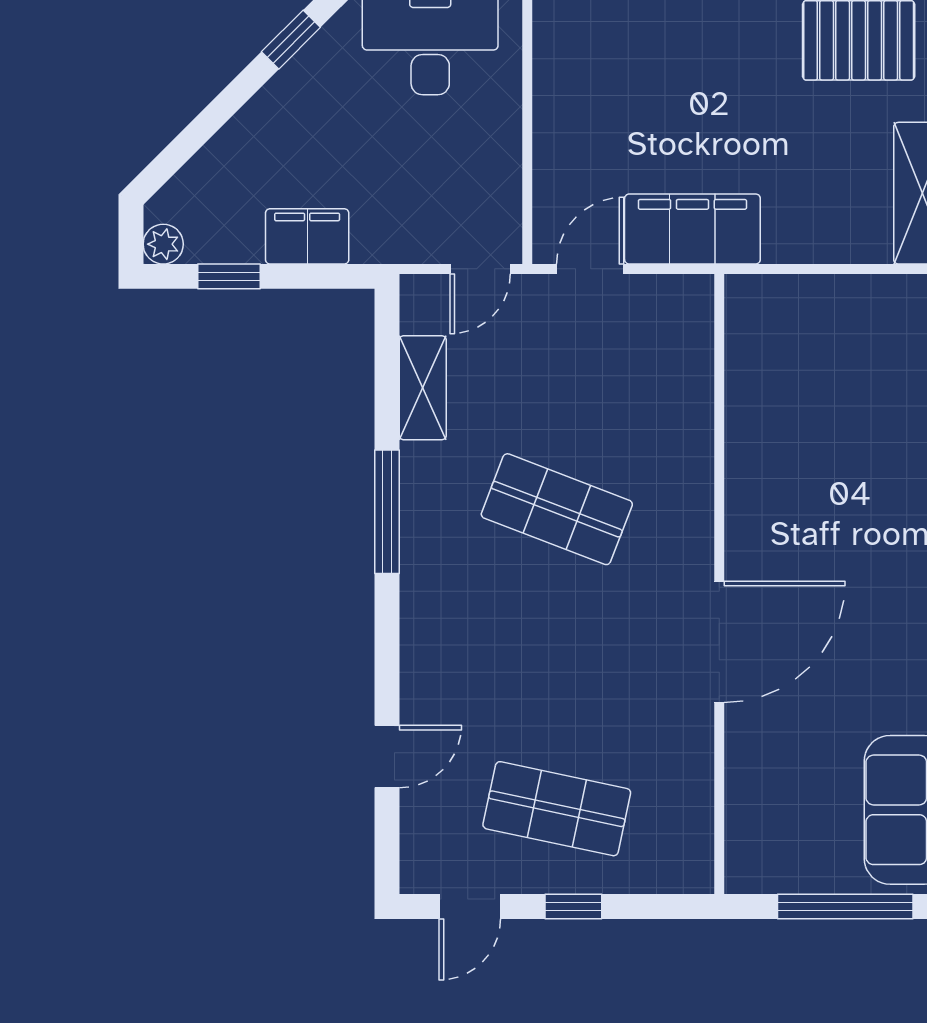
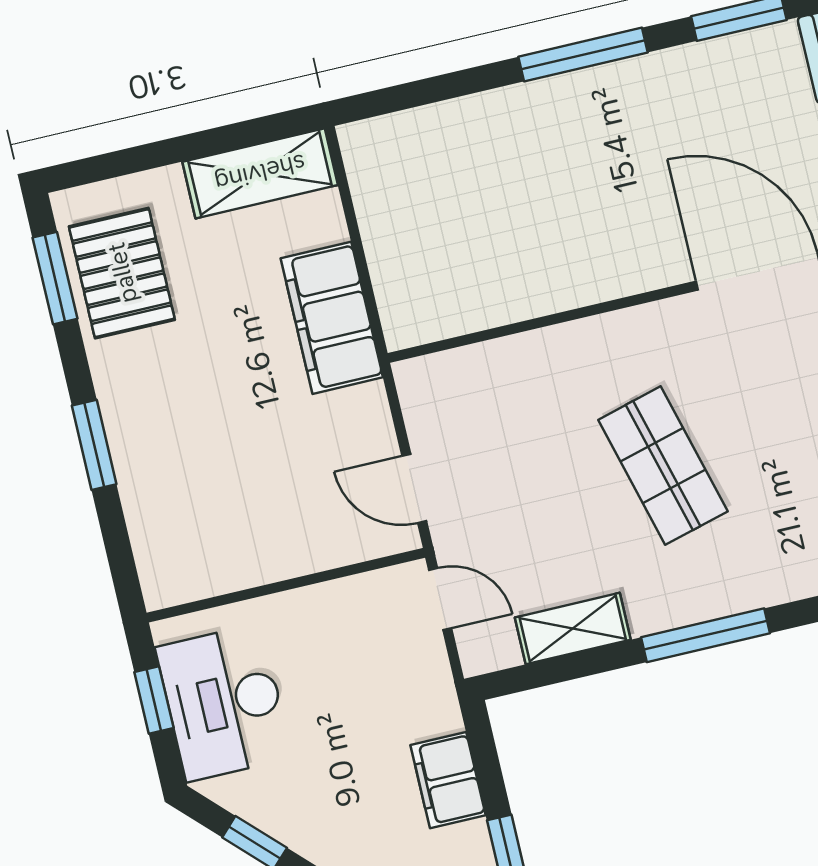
filing cabinet: (692, 229) -> (332, 318), moved
shop shelf: (557, 509) -> (663, 466), turned -36

